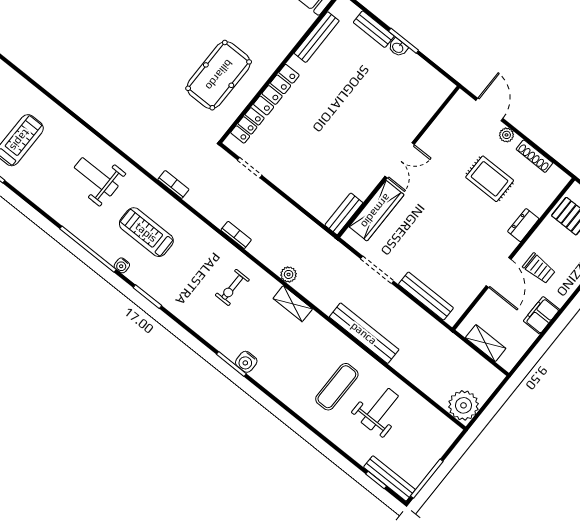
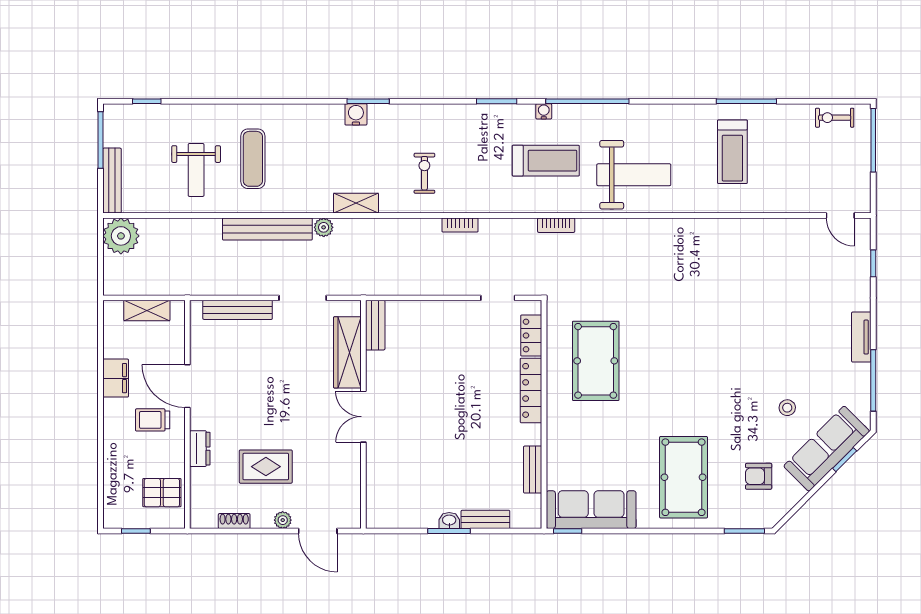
bench: (317, 37) -> (533, 470), width x0.73
shoe rack: (534, 156) -> (234, 521), width x0.70
weight bench: (96, 177) -> (634, 175), width x1.36, depth x1.33
plant: (289, 274) -> (324, 227), moved
bench: (389, 478) -> (112, 181), moved, turned 90

